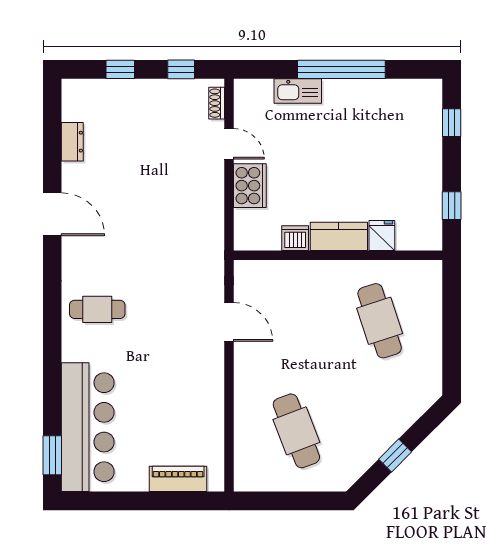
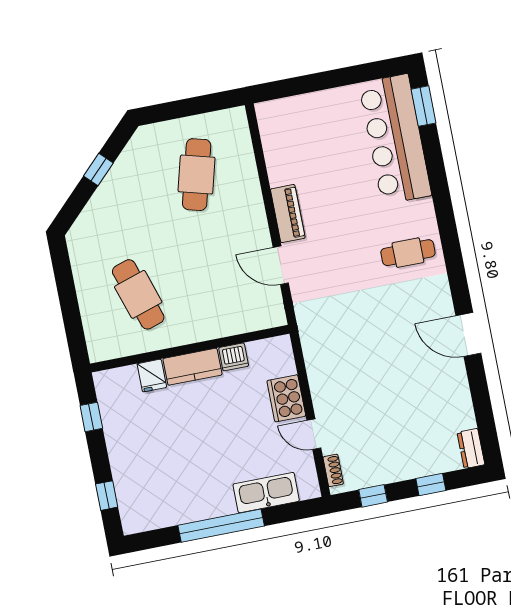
kitchen sink: (298, 91) -> (266, 493), width x1.36, depth x1.24
dresser: (72, 142) -> (471, 448), moved
cafe table: (296, 431) -> (197, 175), turned 36
piano: (178, 479) -> (288, 214), moved, turned -90

